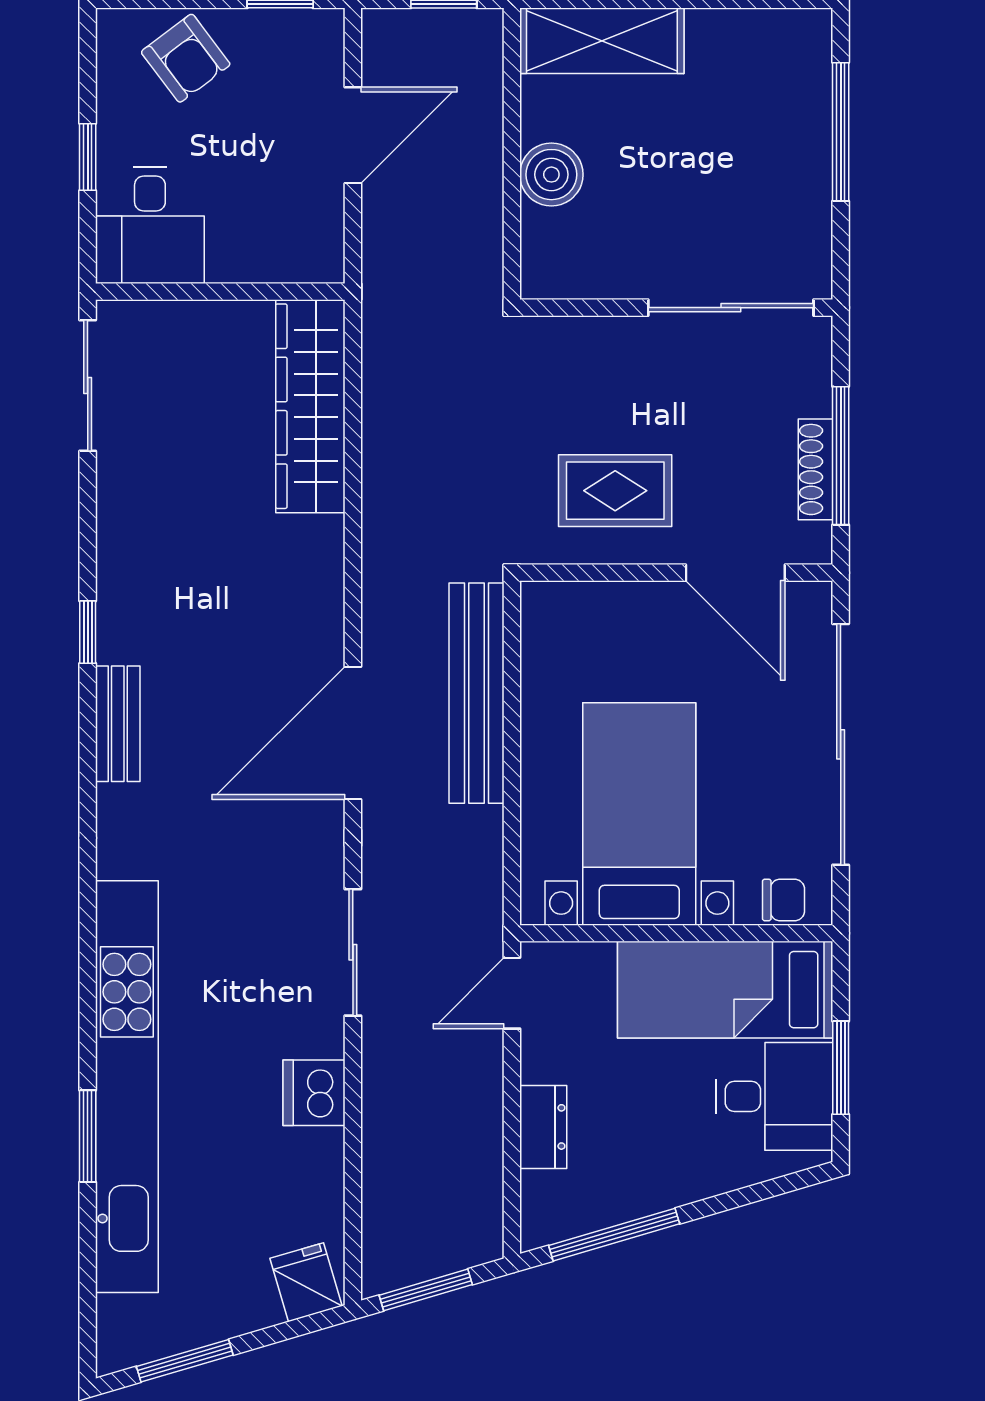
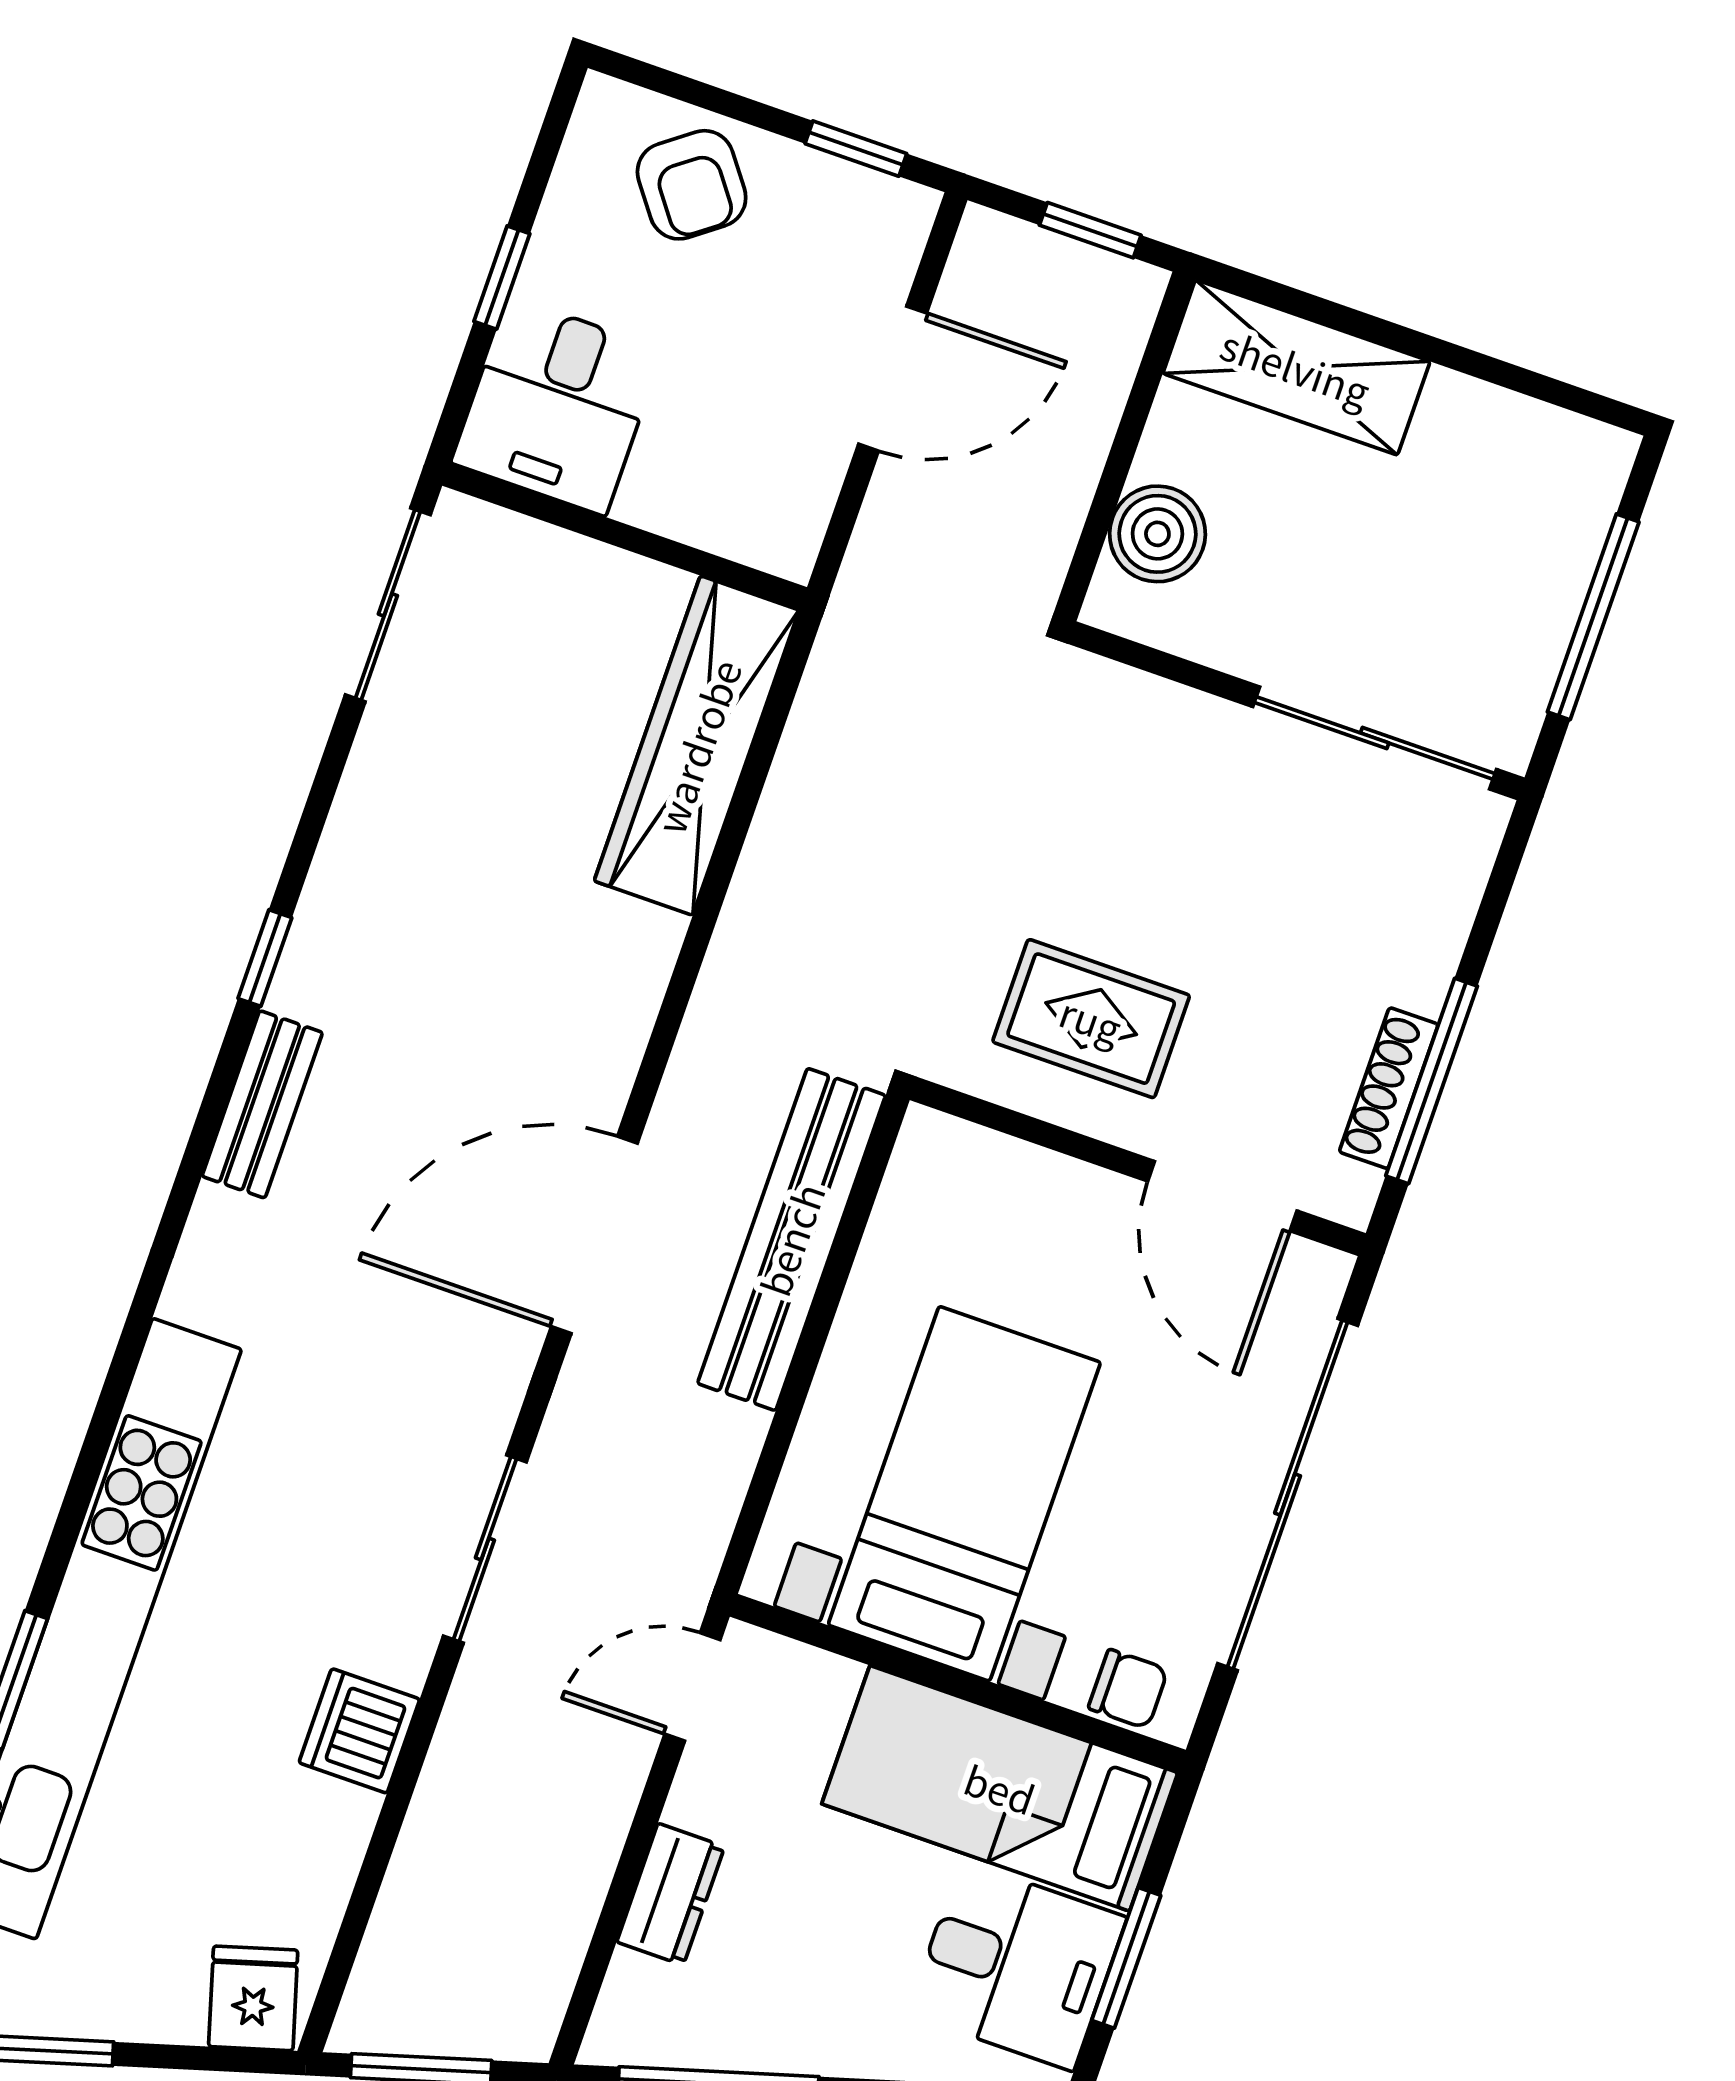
wall: (676, 308) -> (1296, 711), moved
sliding door: (731, 308) -> (1375, 738), moved

